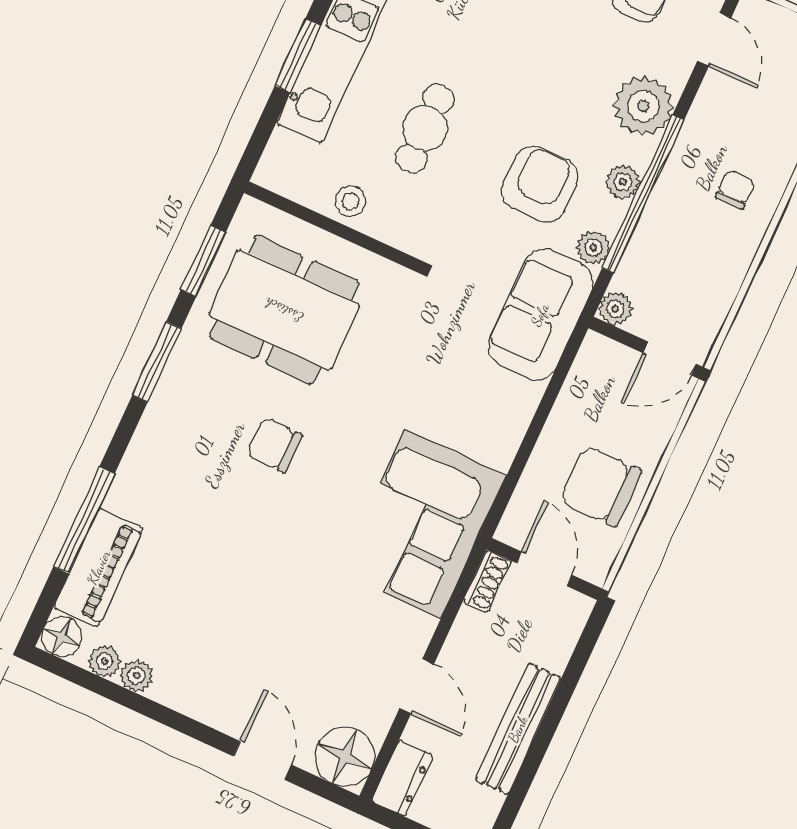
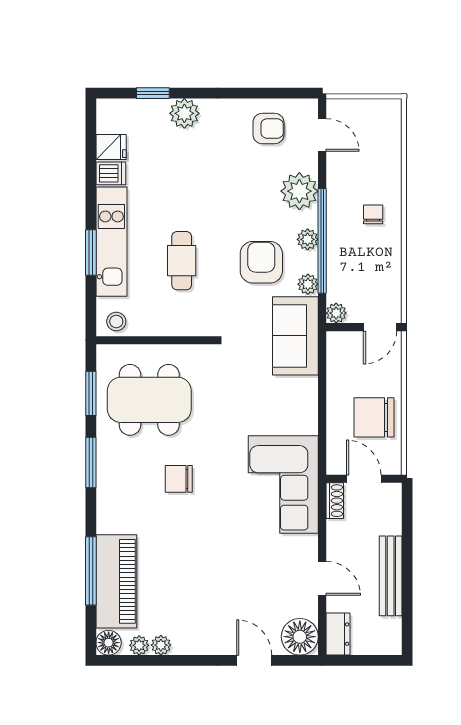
stool: (350, 201) -> (116, 321), moved
piano: (99, 567) -> (116, 581), width x1.37, depth x1.33

